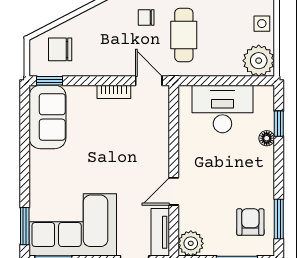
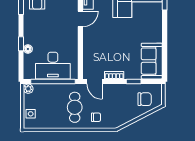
plant: (259, 61) -> (28, 89), width x0.53, depth x0.53
window: (50, 81) -> (134, 81), moved
window: (222, 81) -> (53, 81), added
window: (279, 124) -> (21, 44), moved

